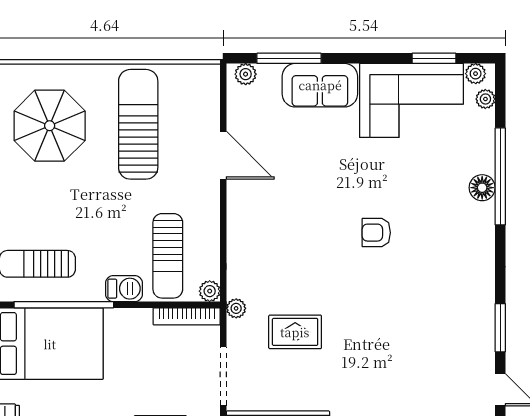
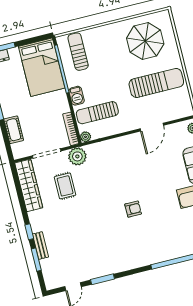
floor lamp: (482, 188) -> (167, 254), removed
armchair: (376, 233) -> (133, 209), turned 90
plant: (236, 308) -> (77, 156), width x1.88, depth x1.88
rug: (295, 332) -> (65, 186), moved

